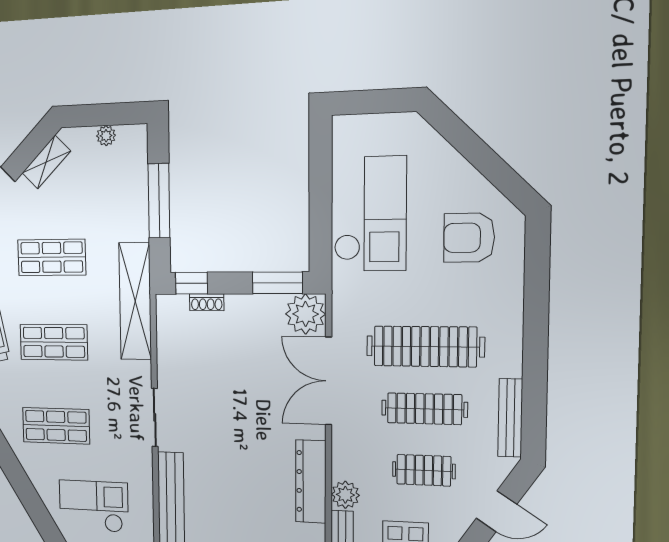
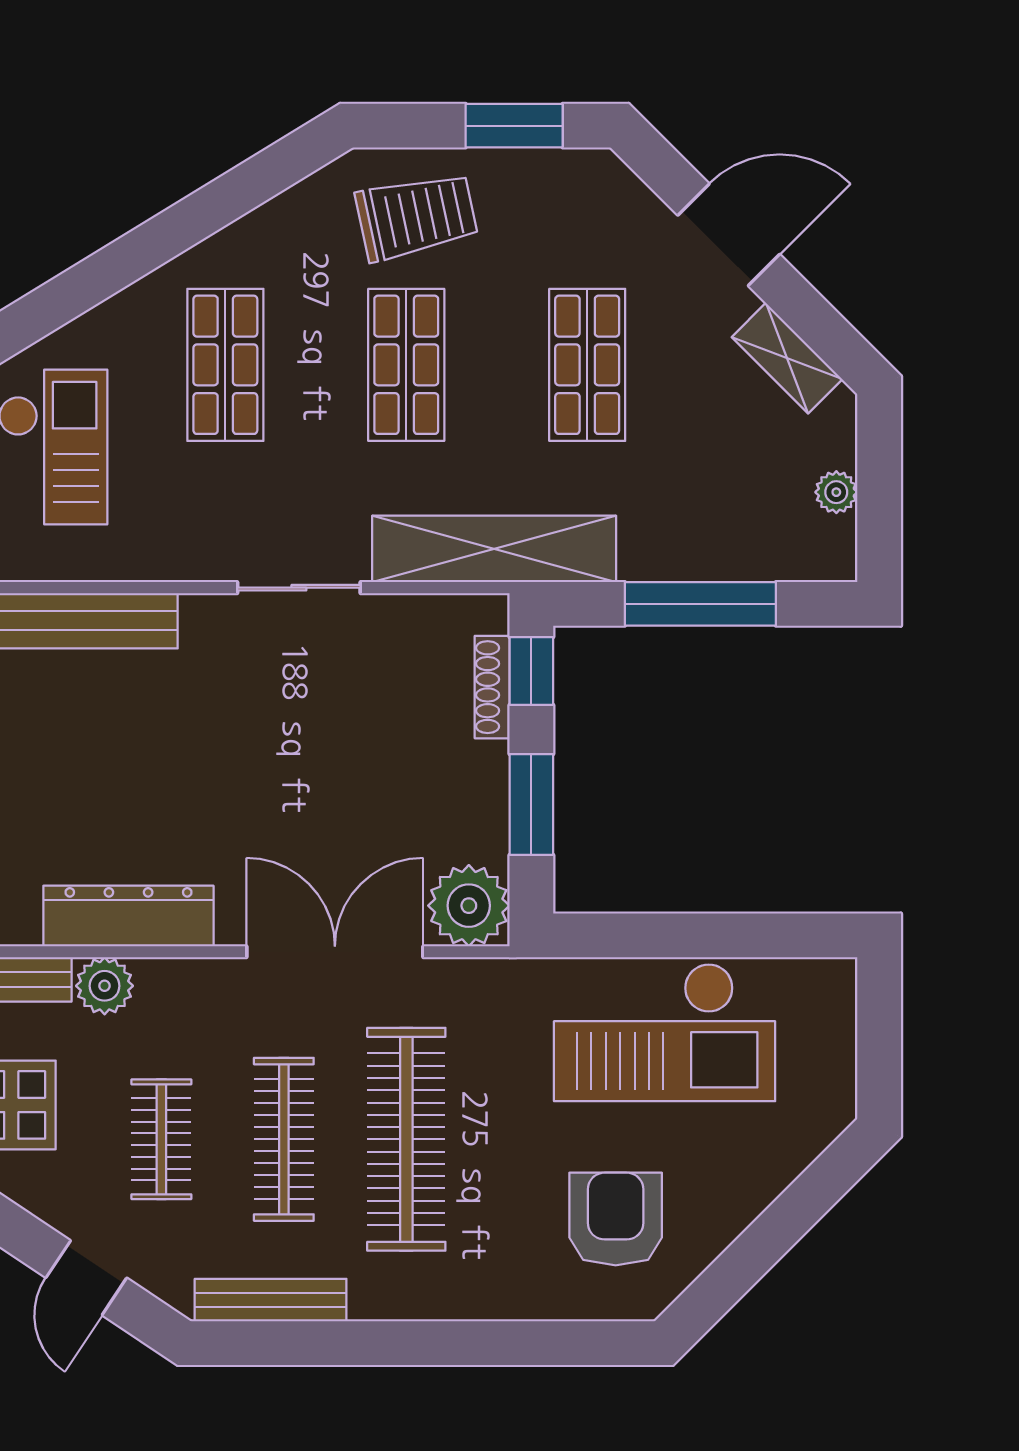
window: (277, 283) -> (531, 804), moved
shoe rack: (207, 302) -> (492, 687), width x1.43
sliding door: (155, 417) -> (299, 588), moved

